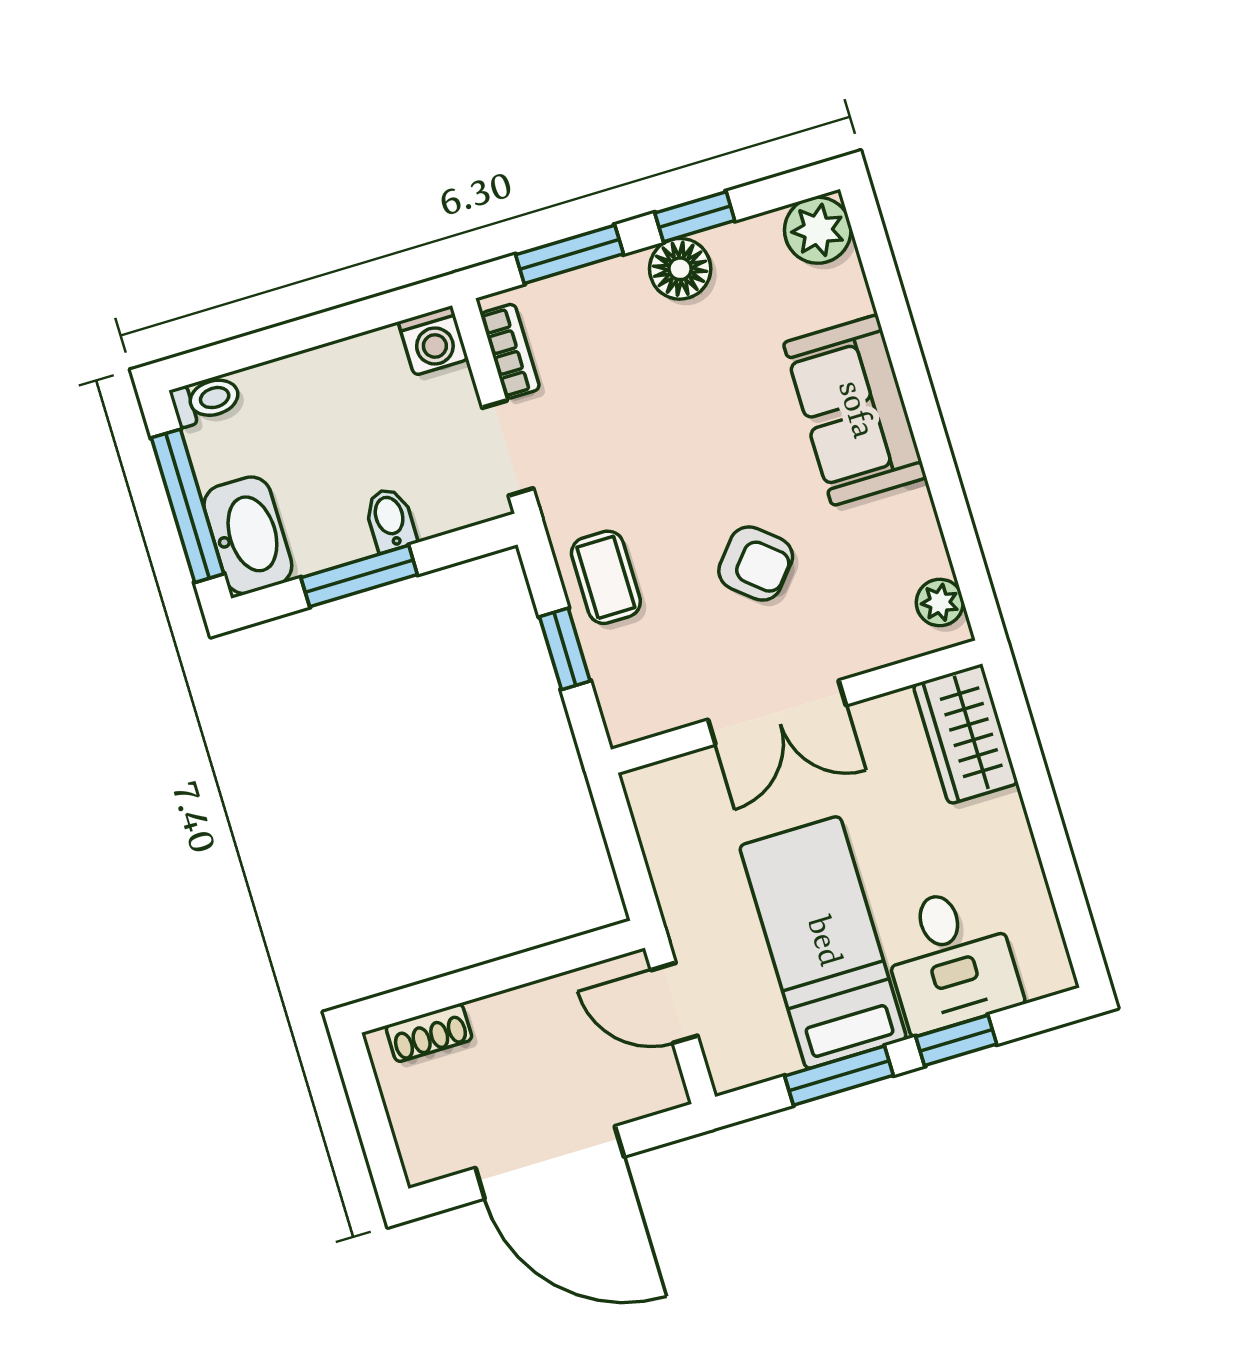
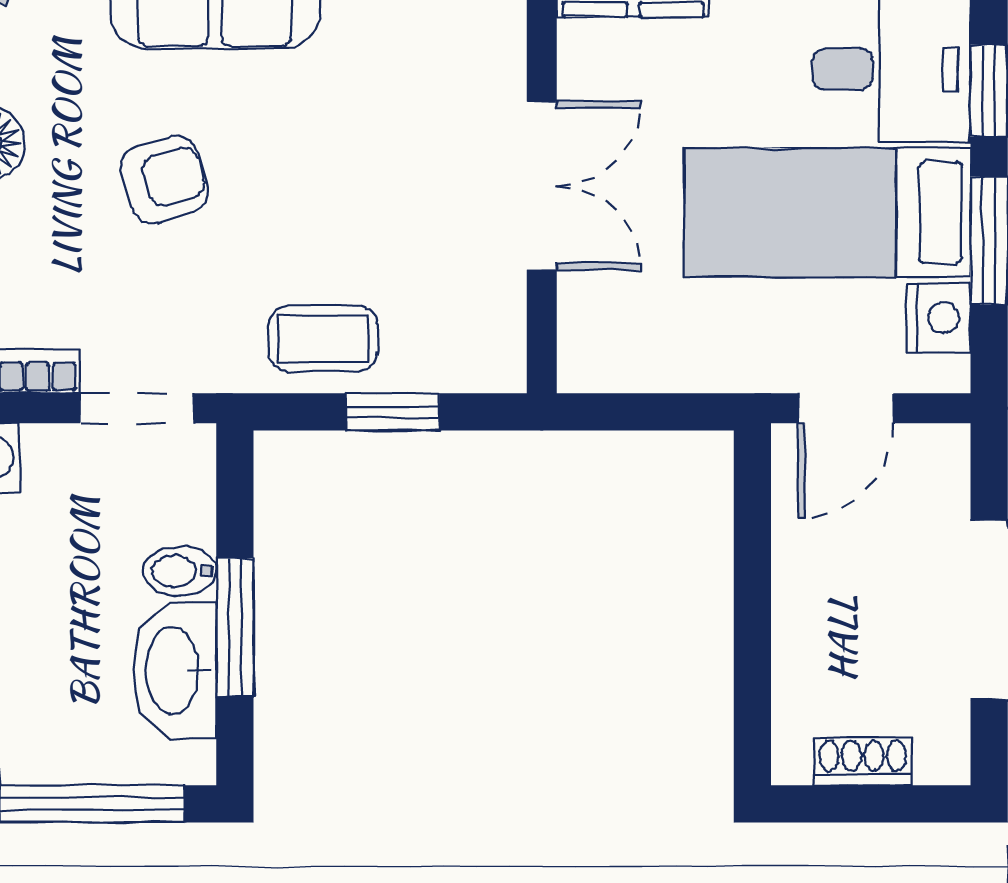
washbasin: (248, 535) -> (175, 670), moved, turned -90
armchair: (756, 564) -> (164, 180), moved, turned 33
shoe rack: (429, 1033) -> (863, 762), moved, turned -90
nightstand: (767, 1054) -> (939, 318), added

